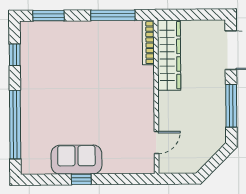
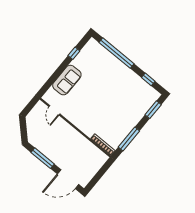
wardrobe: (169, 55) -> (89, 149), removed
sofa: (76, 160) -> (67, 80), moved
window: (81, 179) -> (74, 53), moved

